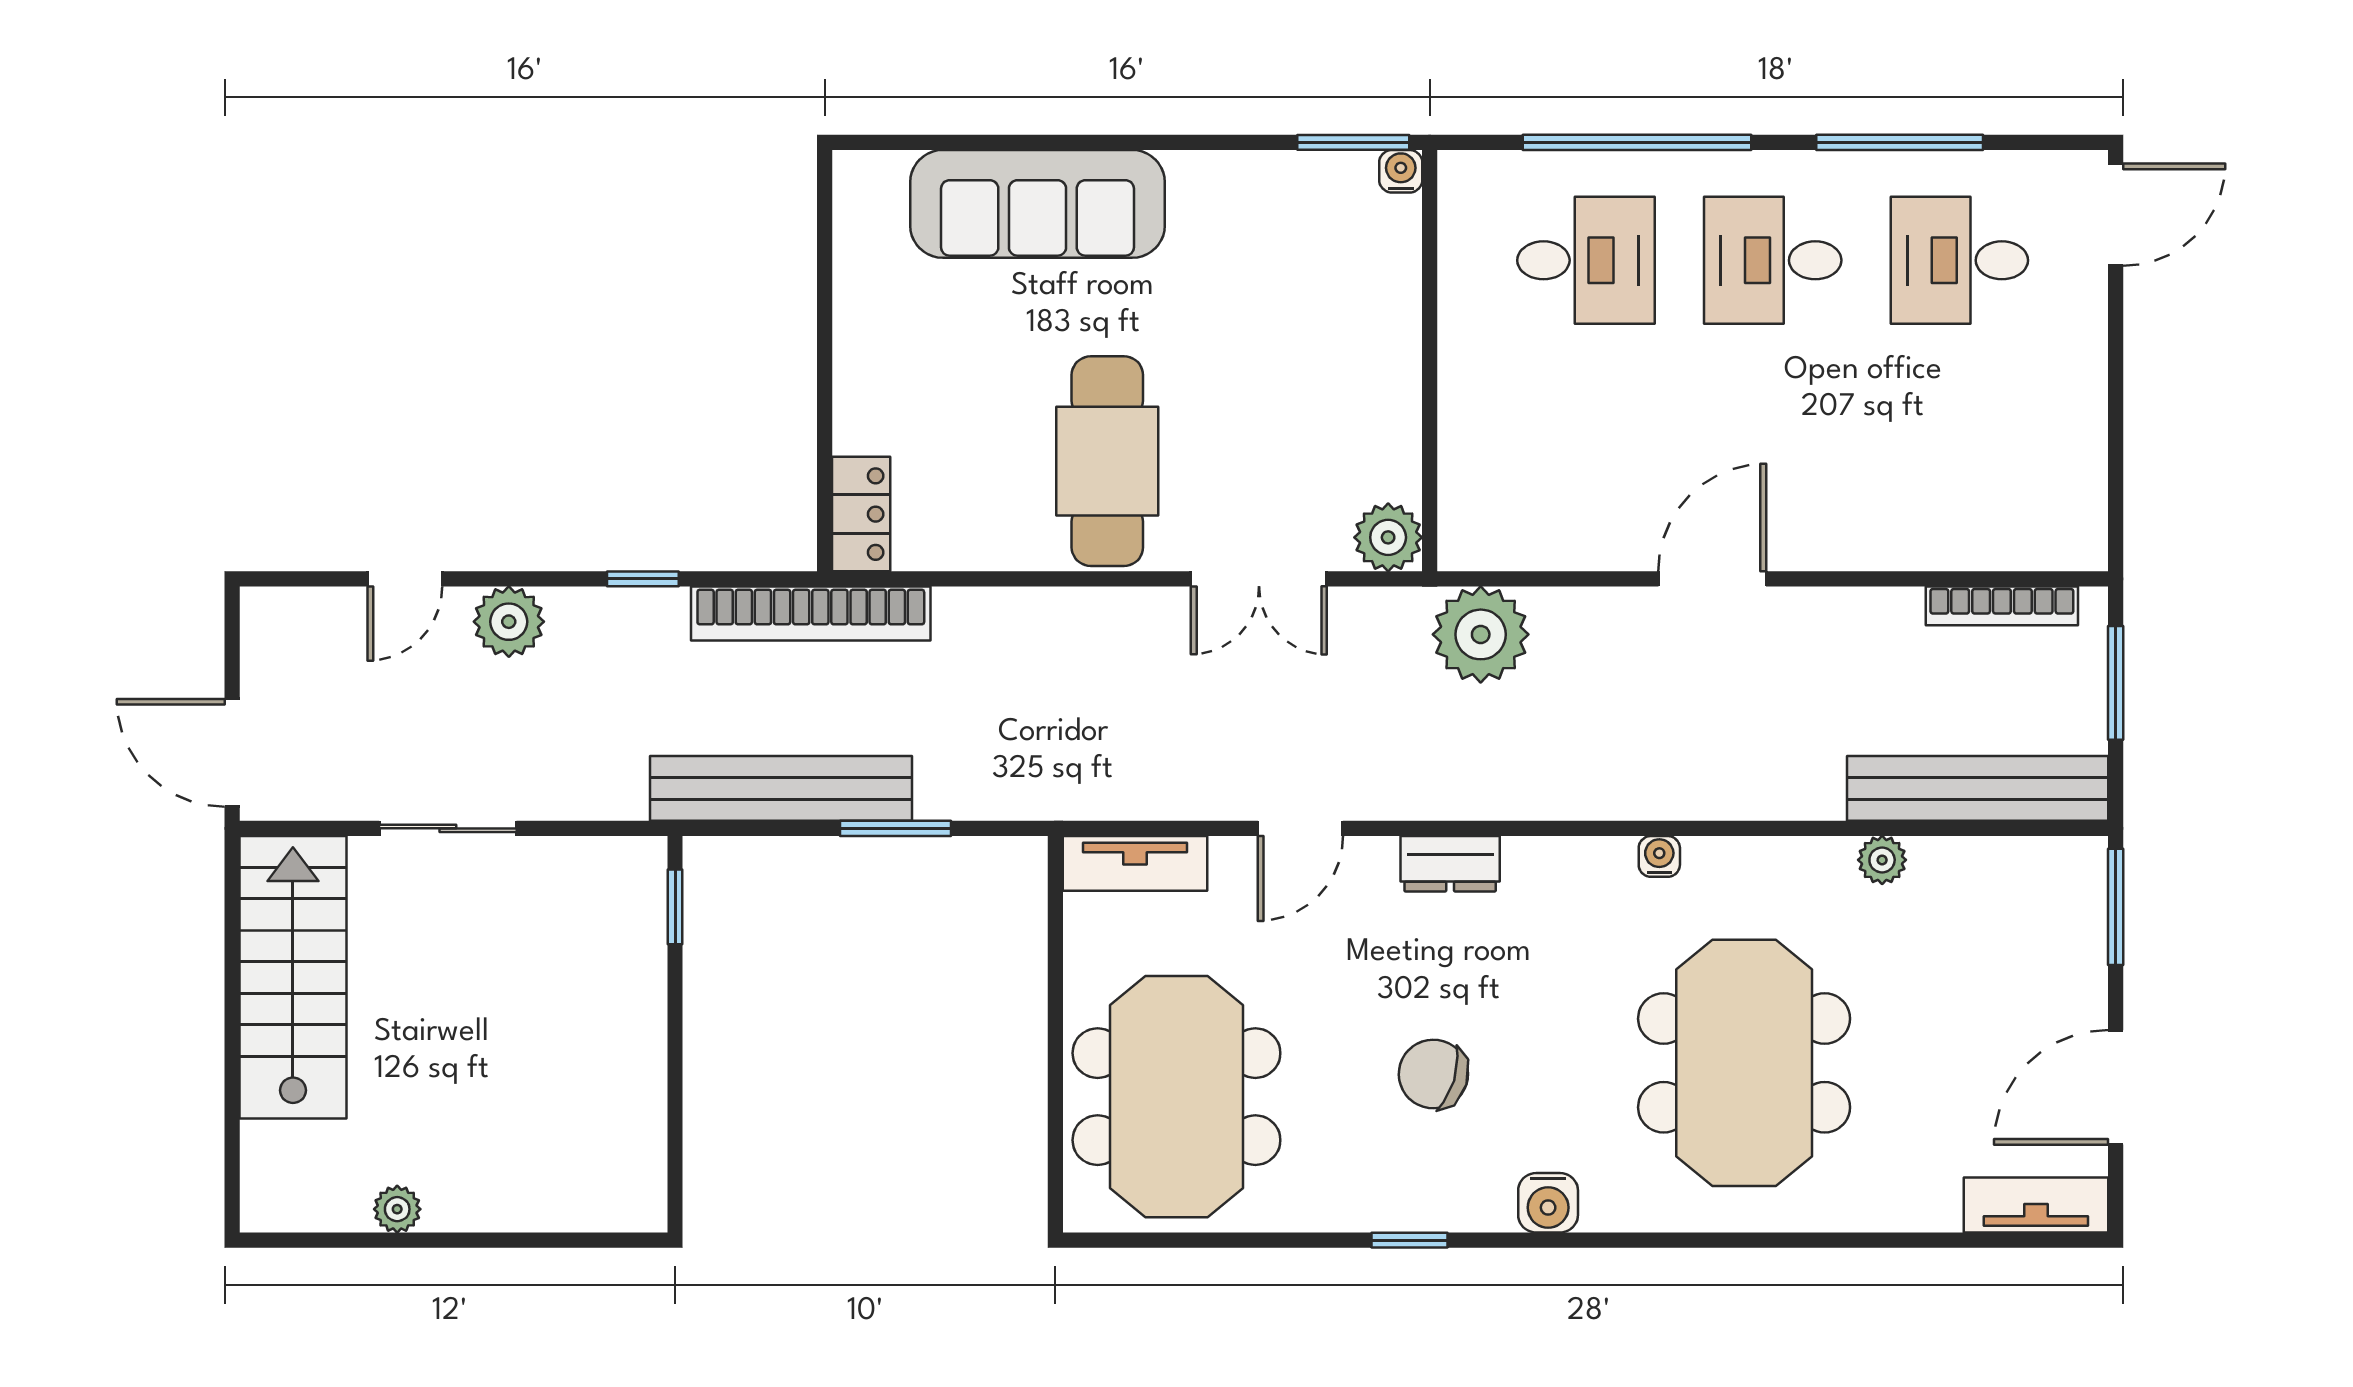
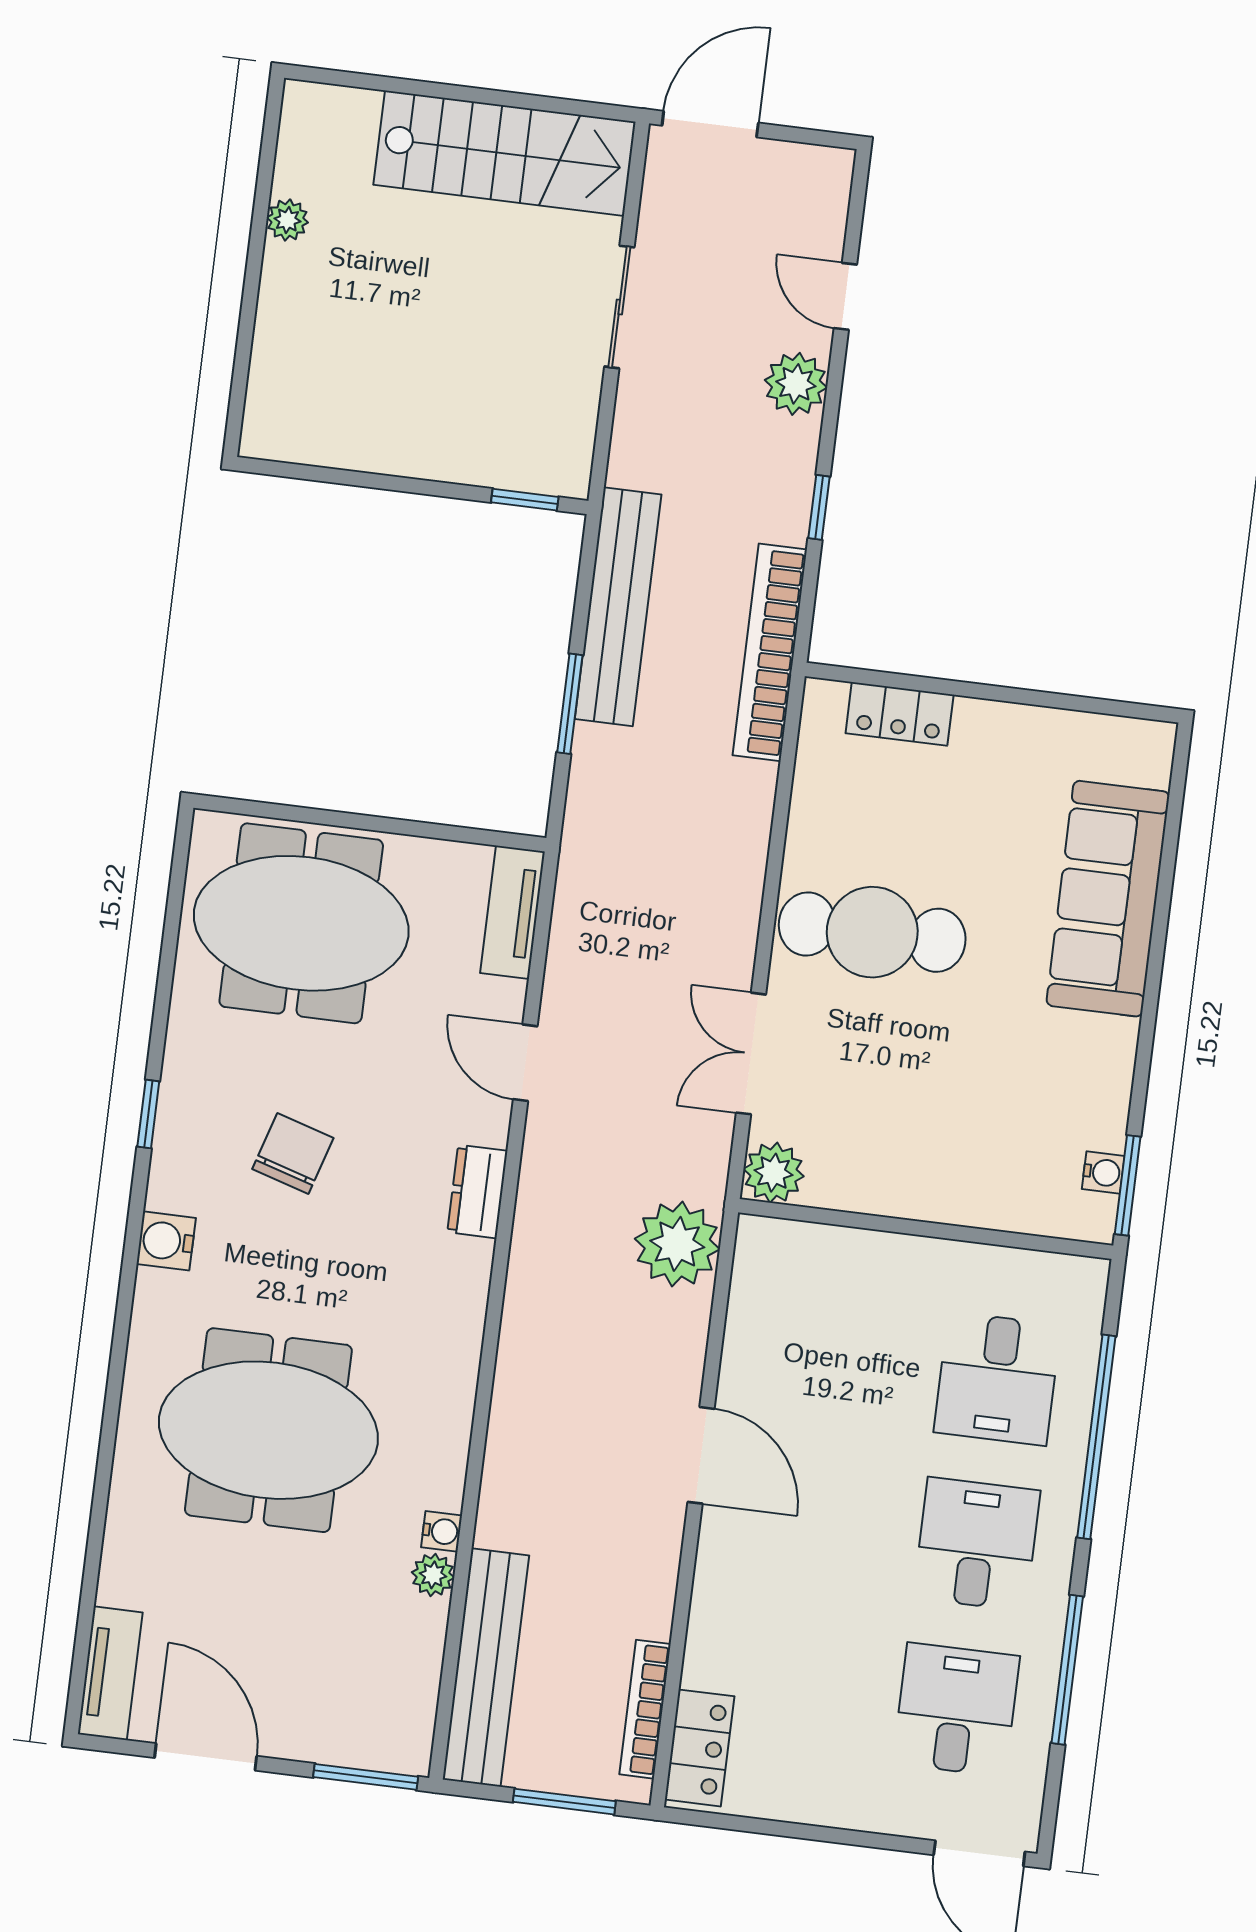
water cooler: (1401, 171) -> (1103, 1172), moved
locker: (861, 514) -> (900, 714), moved
locker: (2037, 540) -> (700, 1748), added
water cooler: (1659, 856) -> (442, 1531), moved

